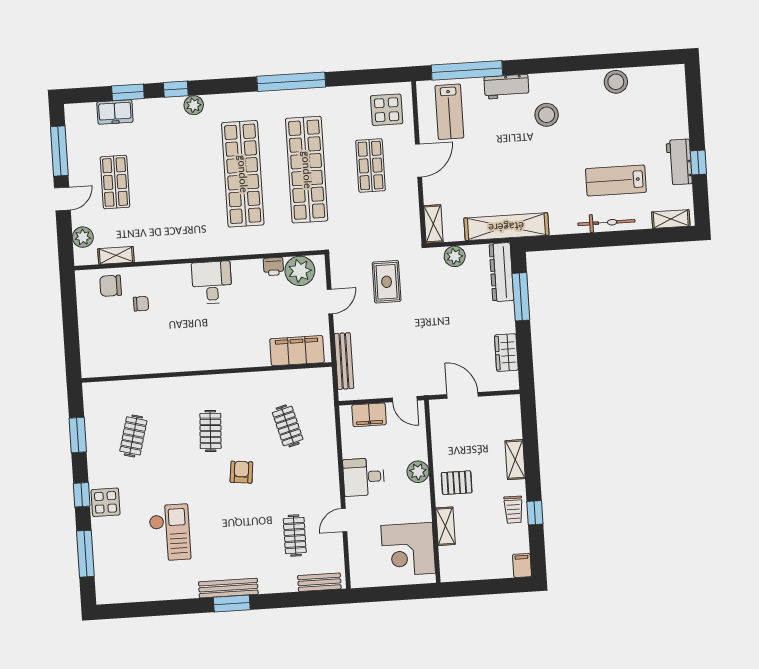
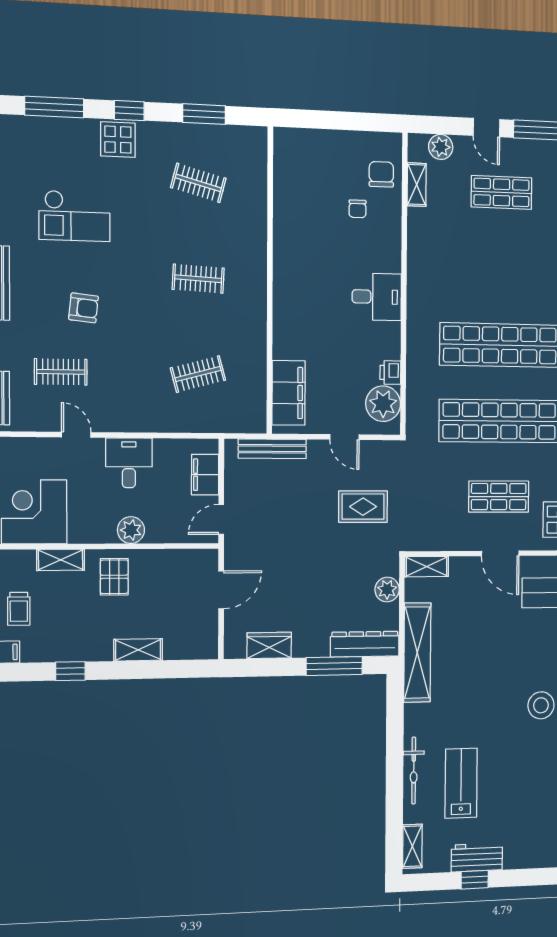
armchair: (241, 472) -> (84, 308), moved
trolley: (513, 510) -> (19, 609), moved, turned -90

